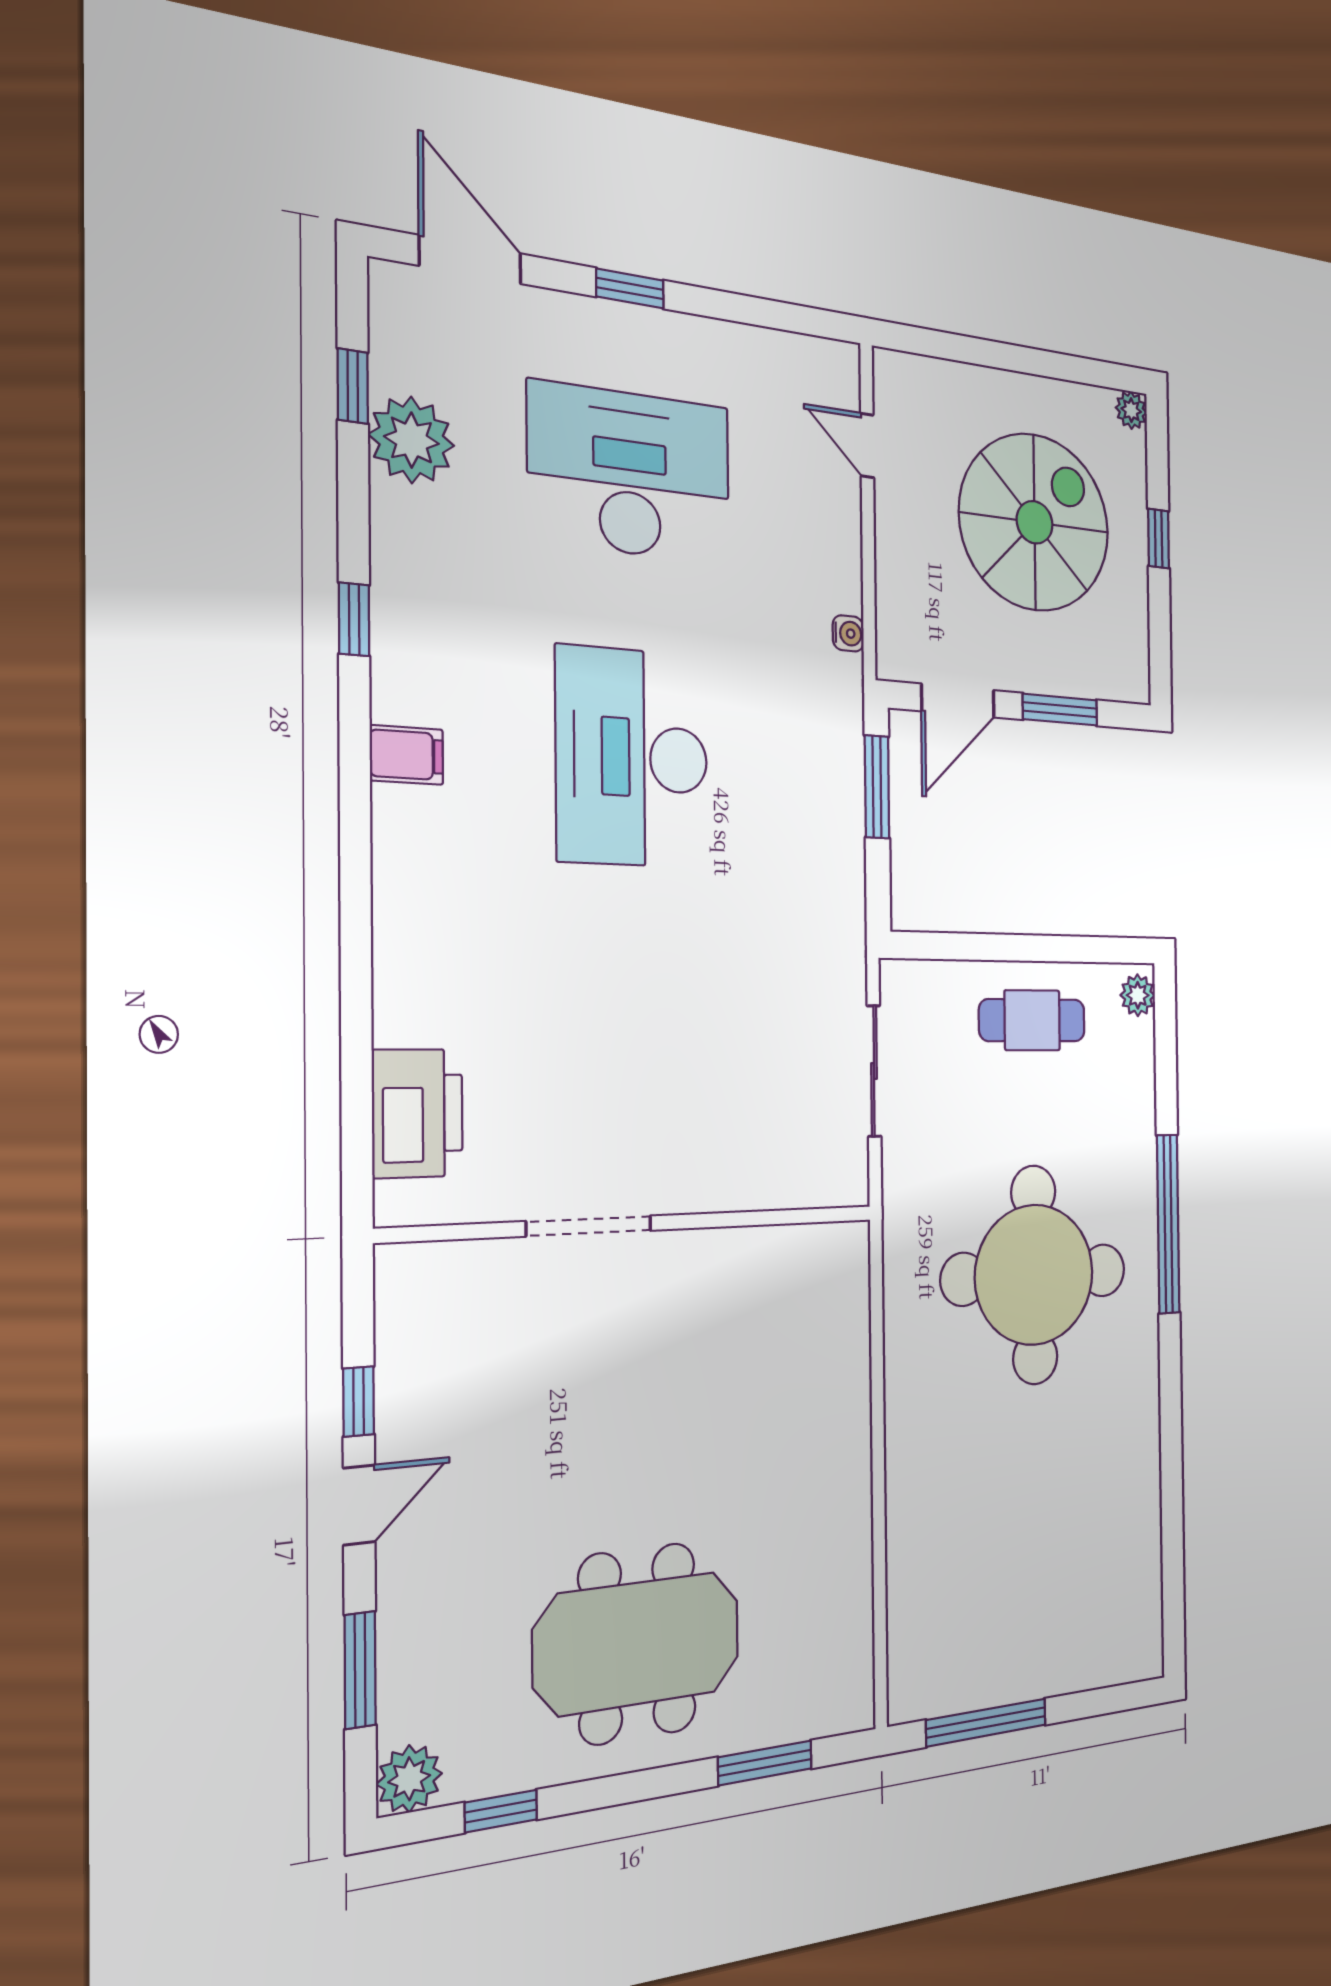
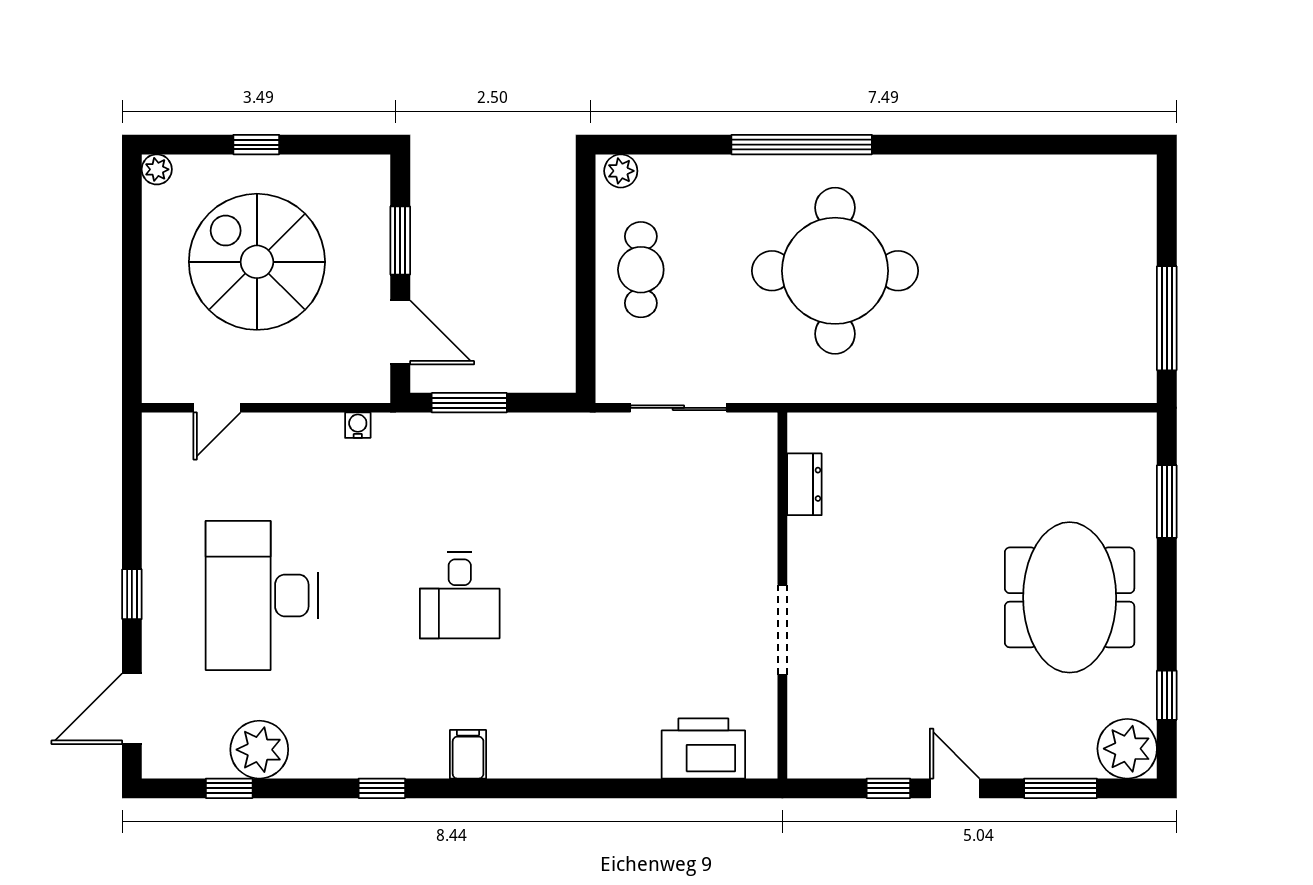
desk: (632, 757) -> (460, 595), width x0.53, depth x0.77
dresser: (782, 1248) -> (804, 484), added
plant: (409, 1779) -> (1127, 749), width x1.36, depth x1.36

